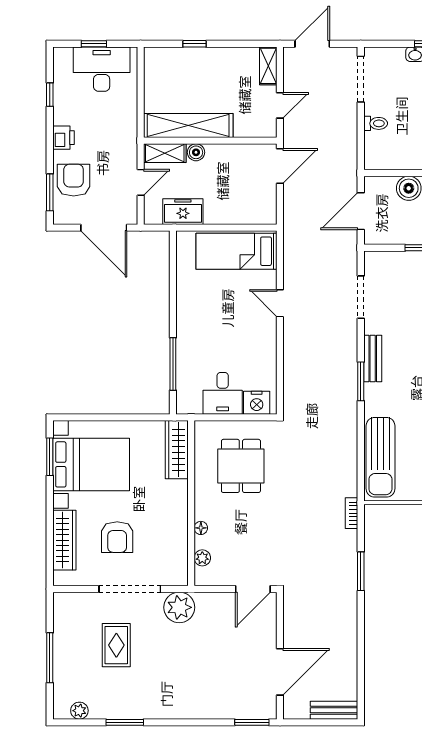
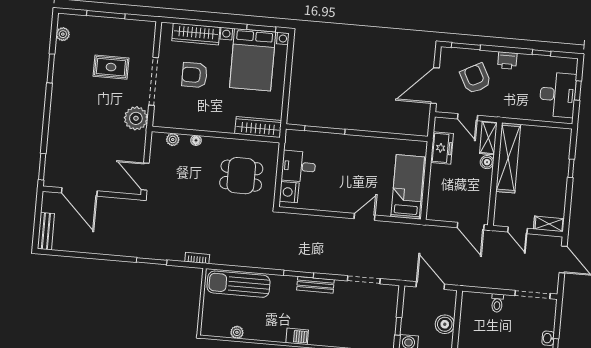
armchair: (74, 180) -> (475, 78), moved, turned -118

